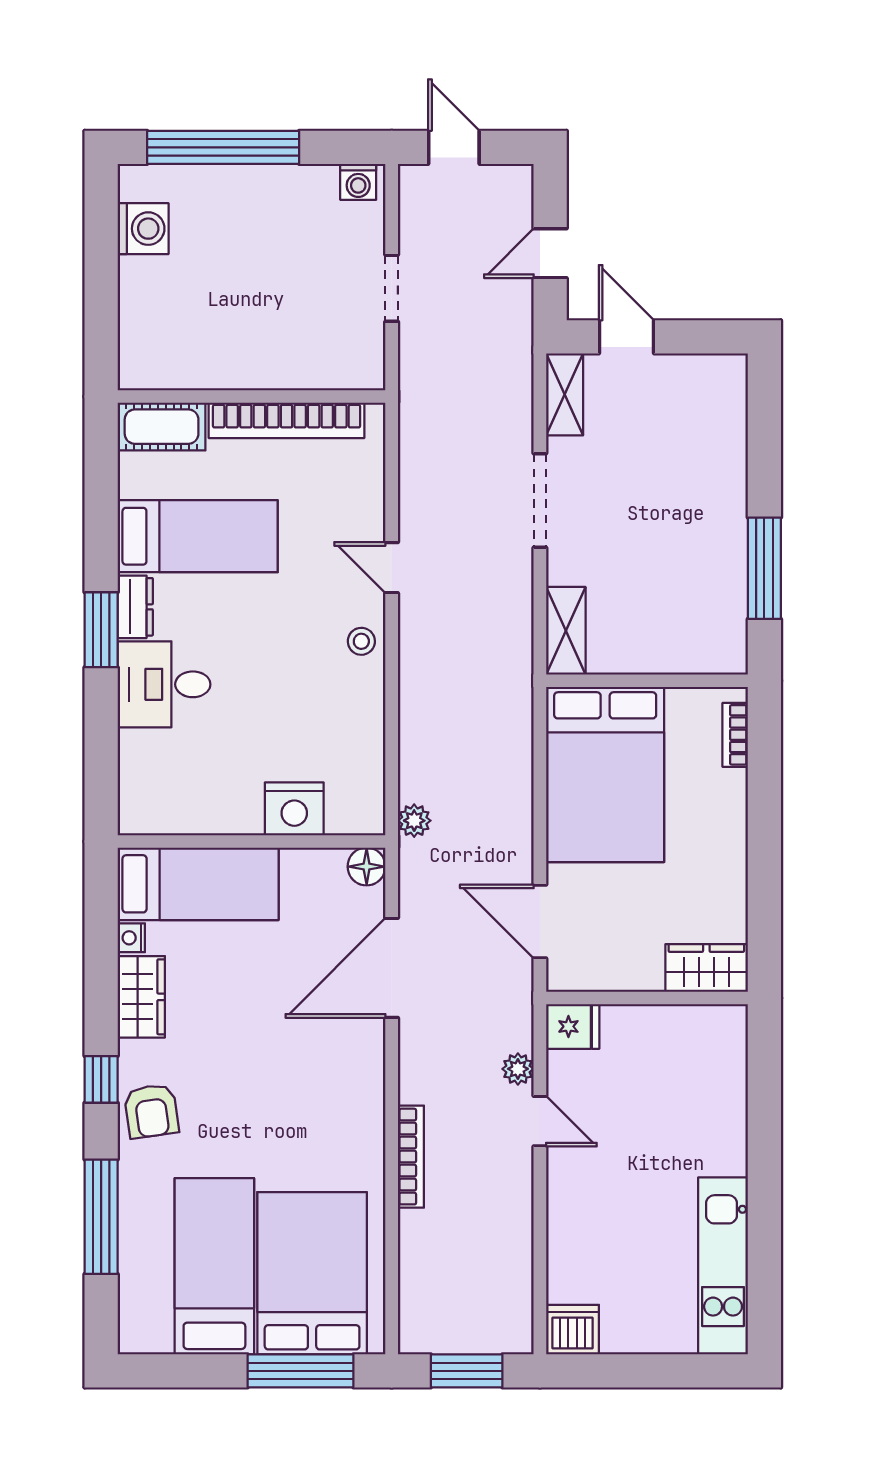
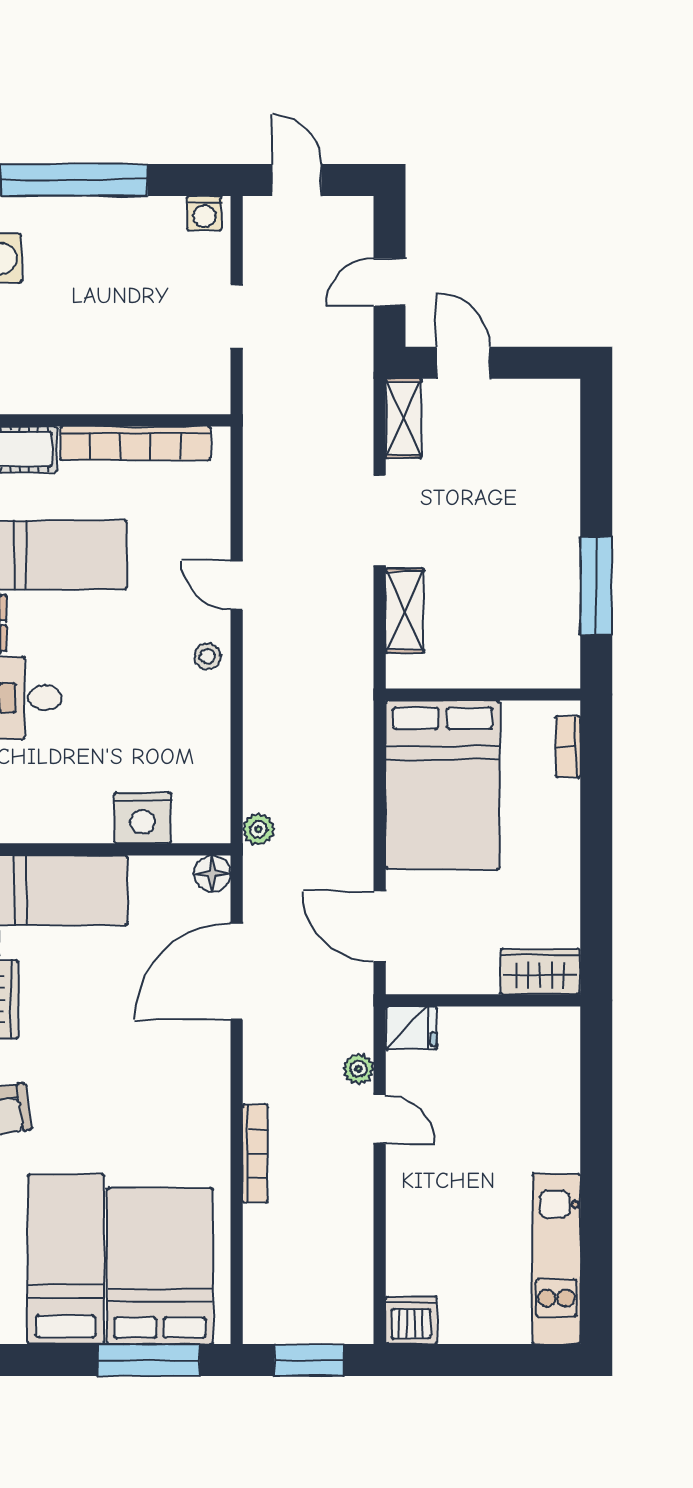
shelving: (566, 631) -> (405, 611), moved

